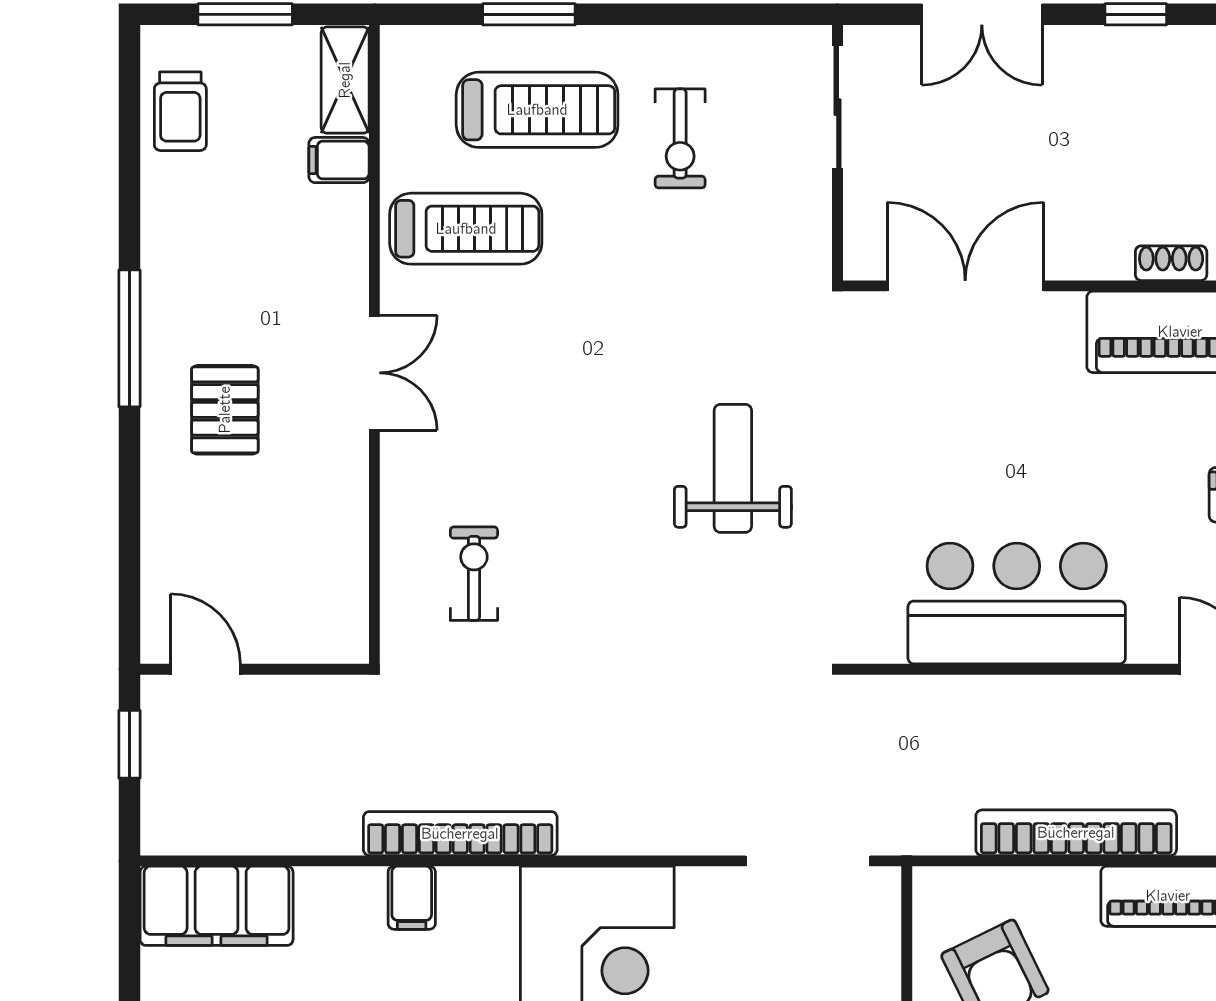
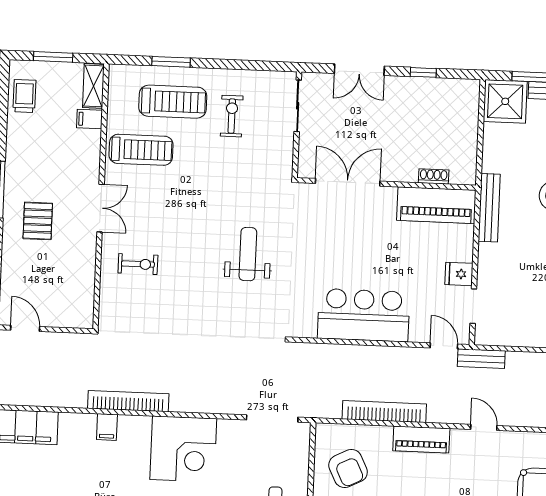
trolley: (180, 111) -> (24, 96), turned 180
exercise bike: (680, 138) -> (232, 116), turned 180
exercise bike: (474, 574) -> (138, 264), moved, turned 90

